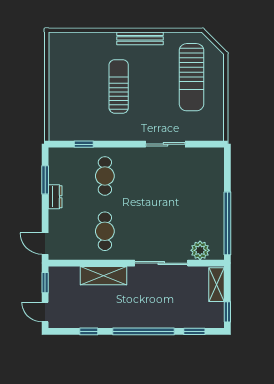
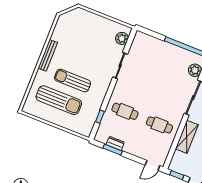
sun lounger: (192, 77) -> (59, 100), moved
plant: (204, 132) -> (122, 38), added
dresser: (55, 197) -> (115, 143), moved

